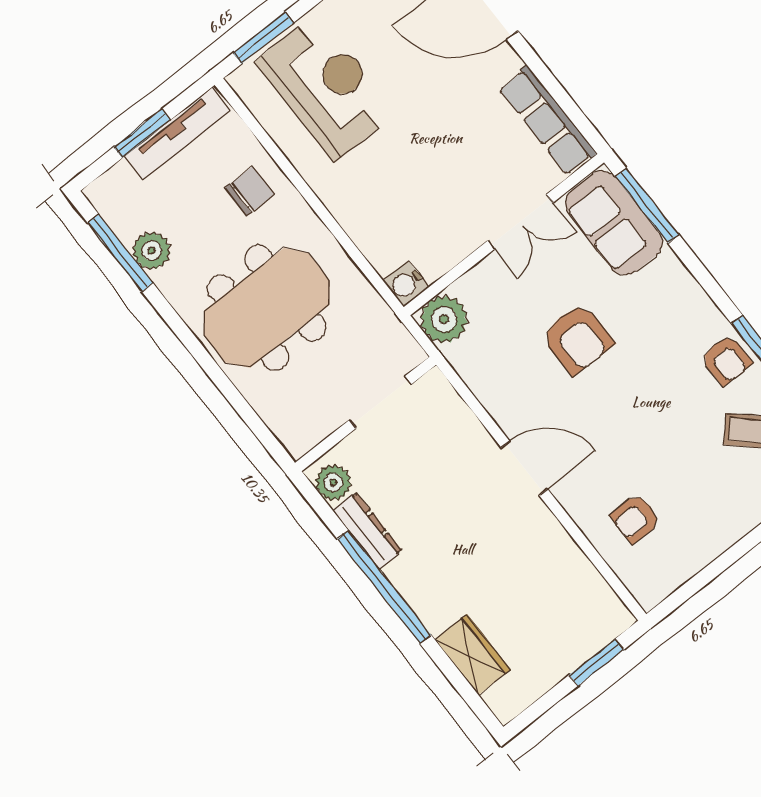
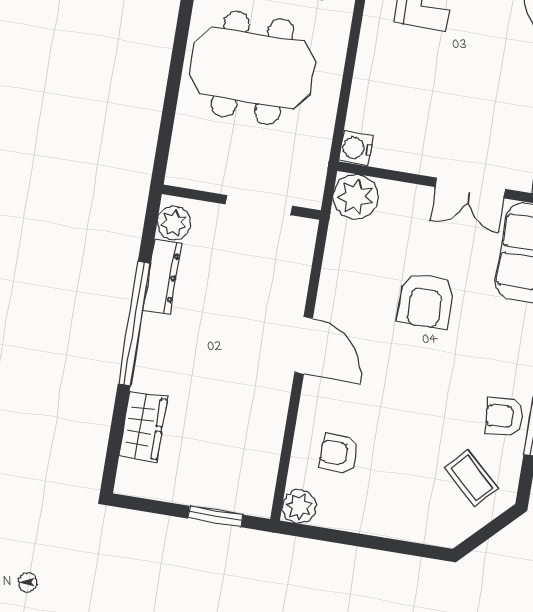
armchair: (726, 360) -> (505, 416), turned 85
plant: (649, 589) -> (299, 507), added

